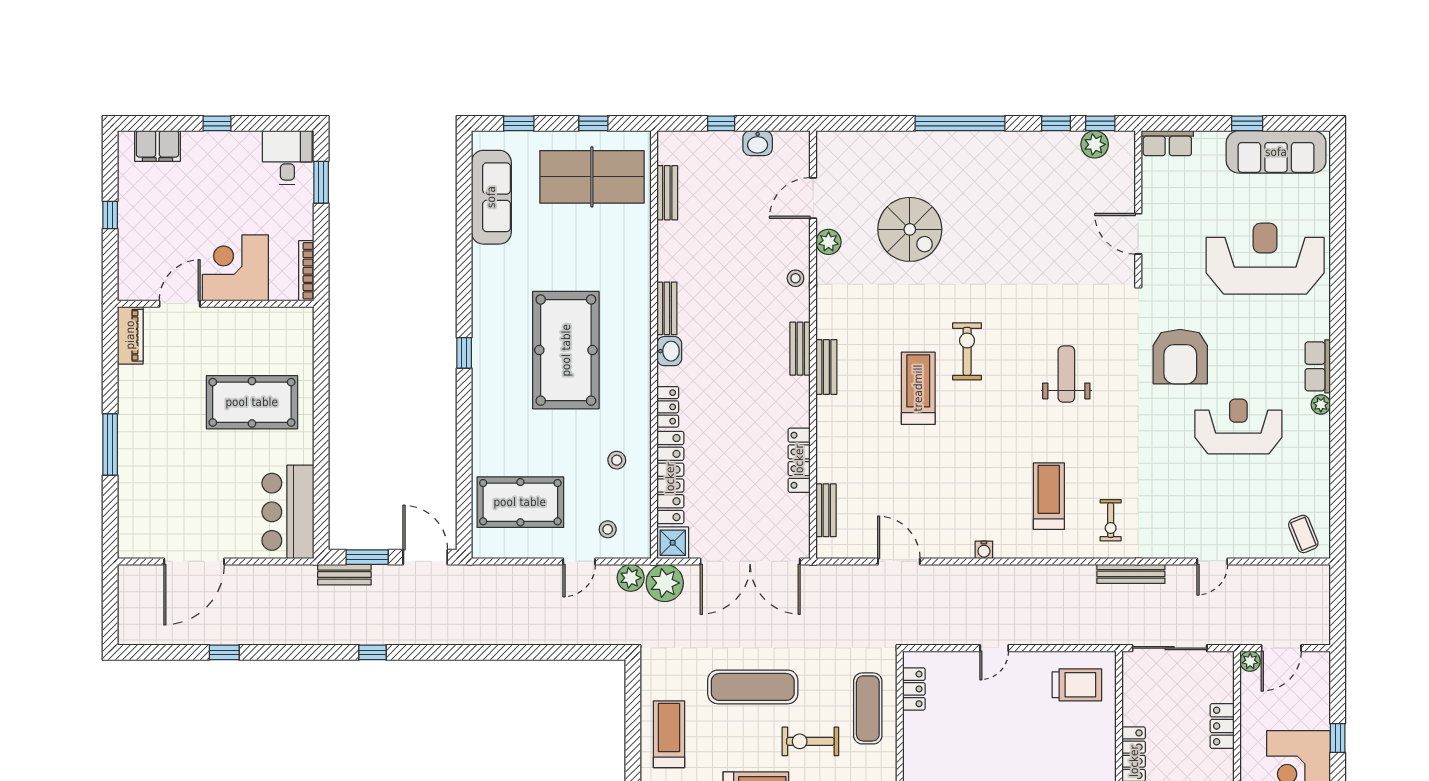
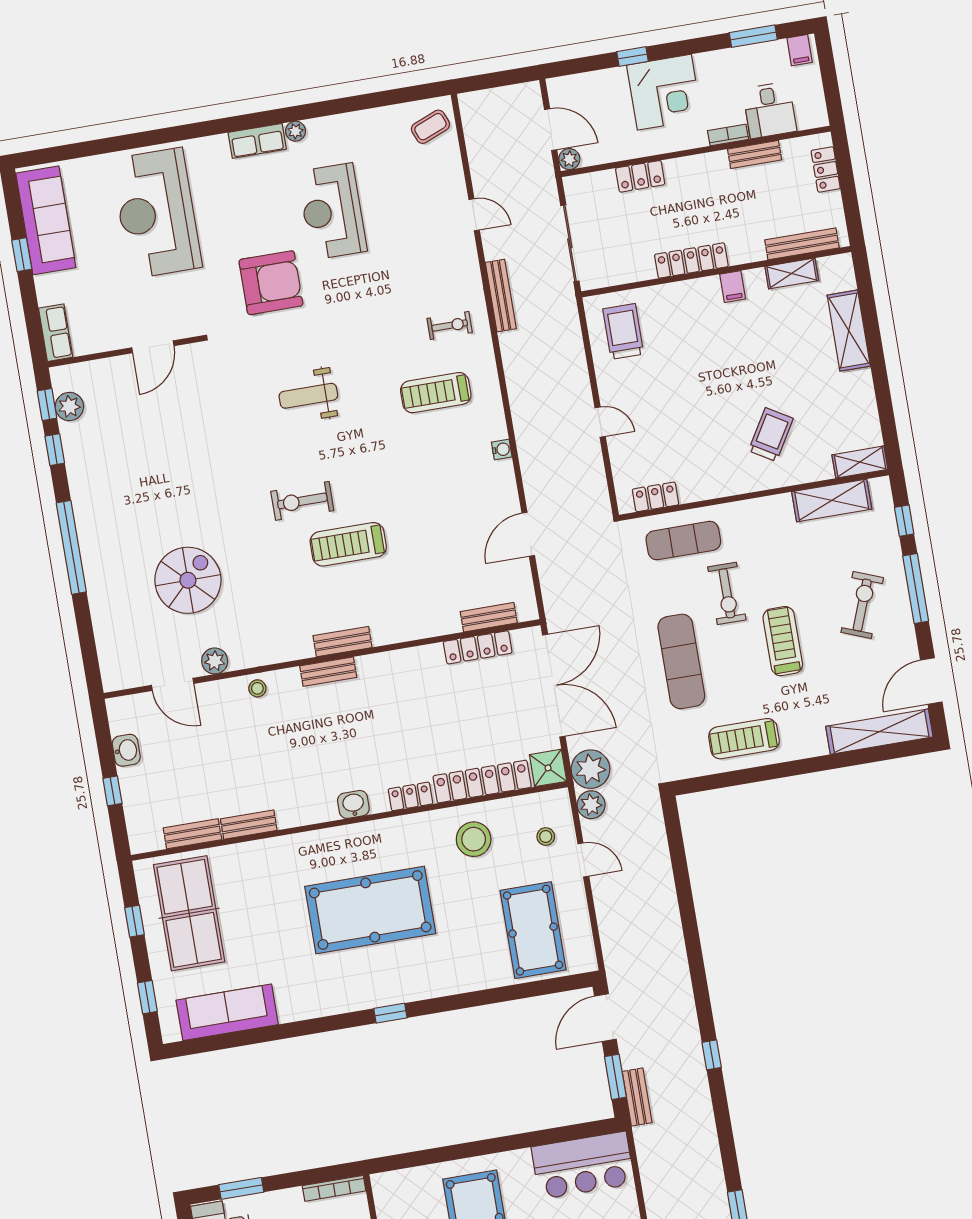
bench: (667, 308) -> (249, 825), moved
stool: (617, 460) -> (474, 839), width x1.89, depth x1.89
locker: (799, 460) -> (478, 647), moved

